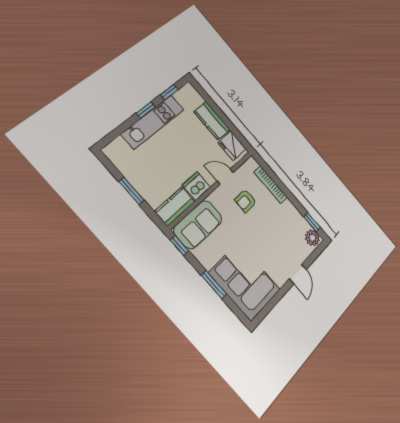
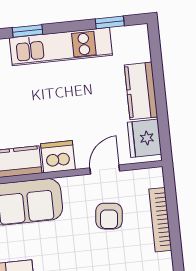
window: (146, 110) -> (27, 31), moved
door: (225, 177) -> (105, 170), hinge flipped
armchair: (246, 201) -> (109, 216), turned -84

